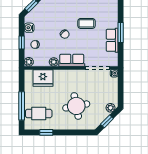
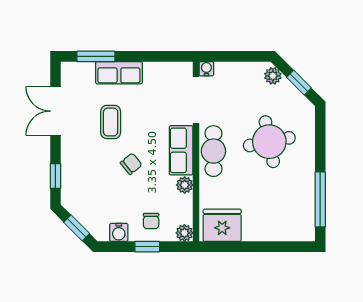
window: (121, 33) -> (96, 56), moved
row of seats: (112, 40) -> (119, 73), moved
fridge: (43, 78) -> (222, 225), moved, turned -90
window: (22, 106) -> (269, 247), removed
cafe table: (39, 114) -> (213, 151), moved
window: (46, 132) -> (320, 199), width x2.17

